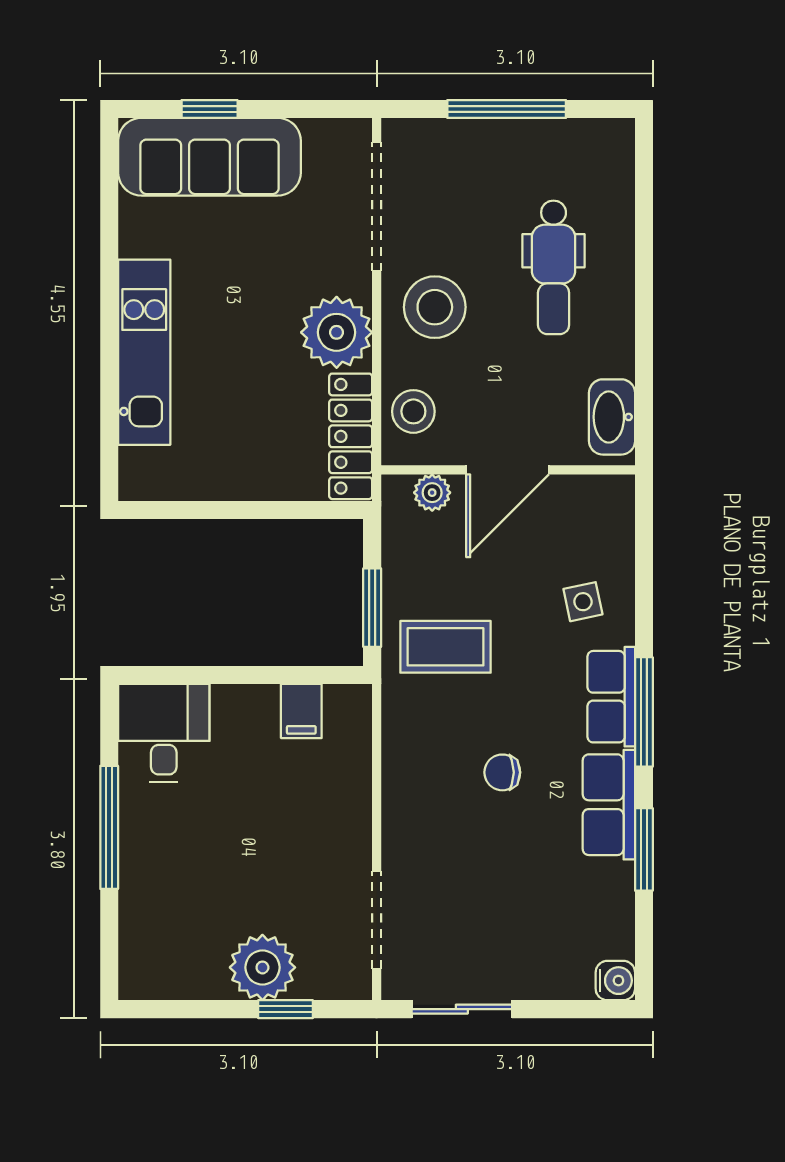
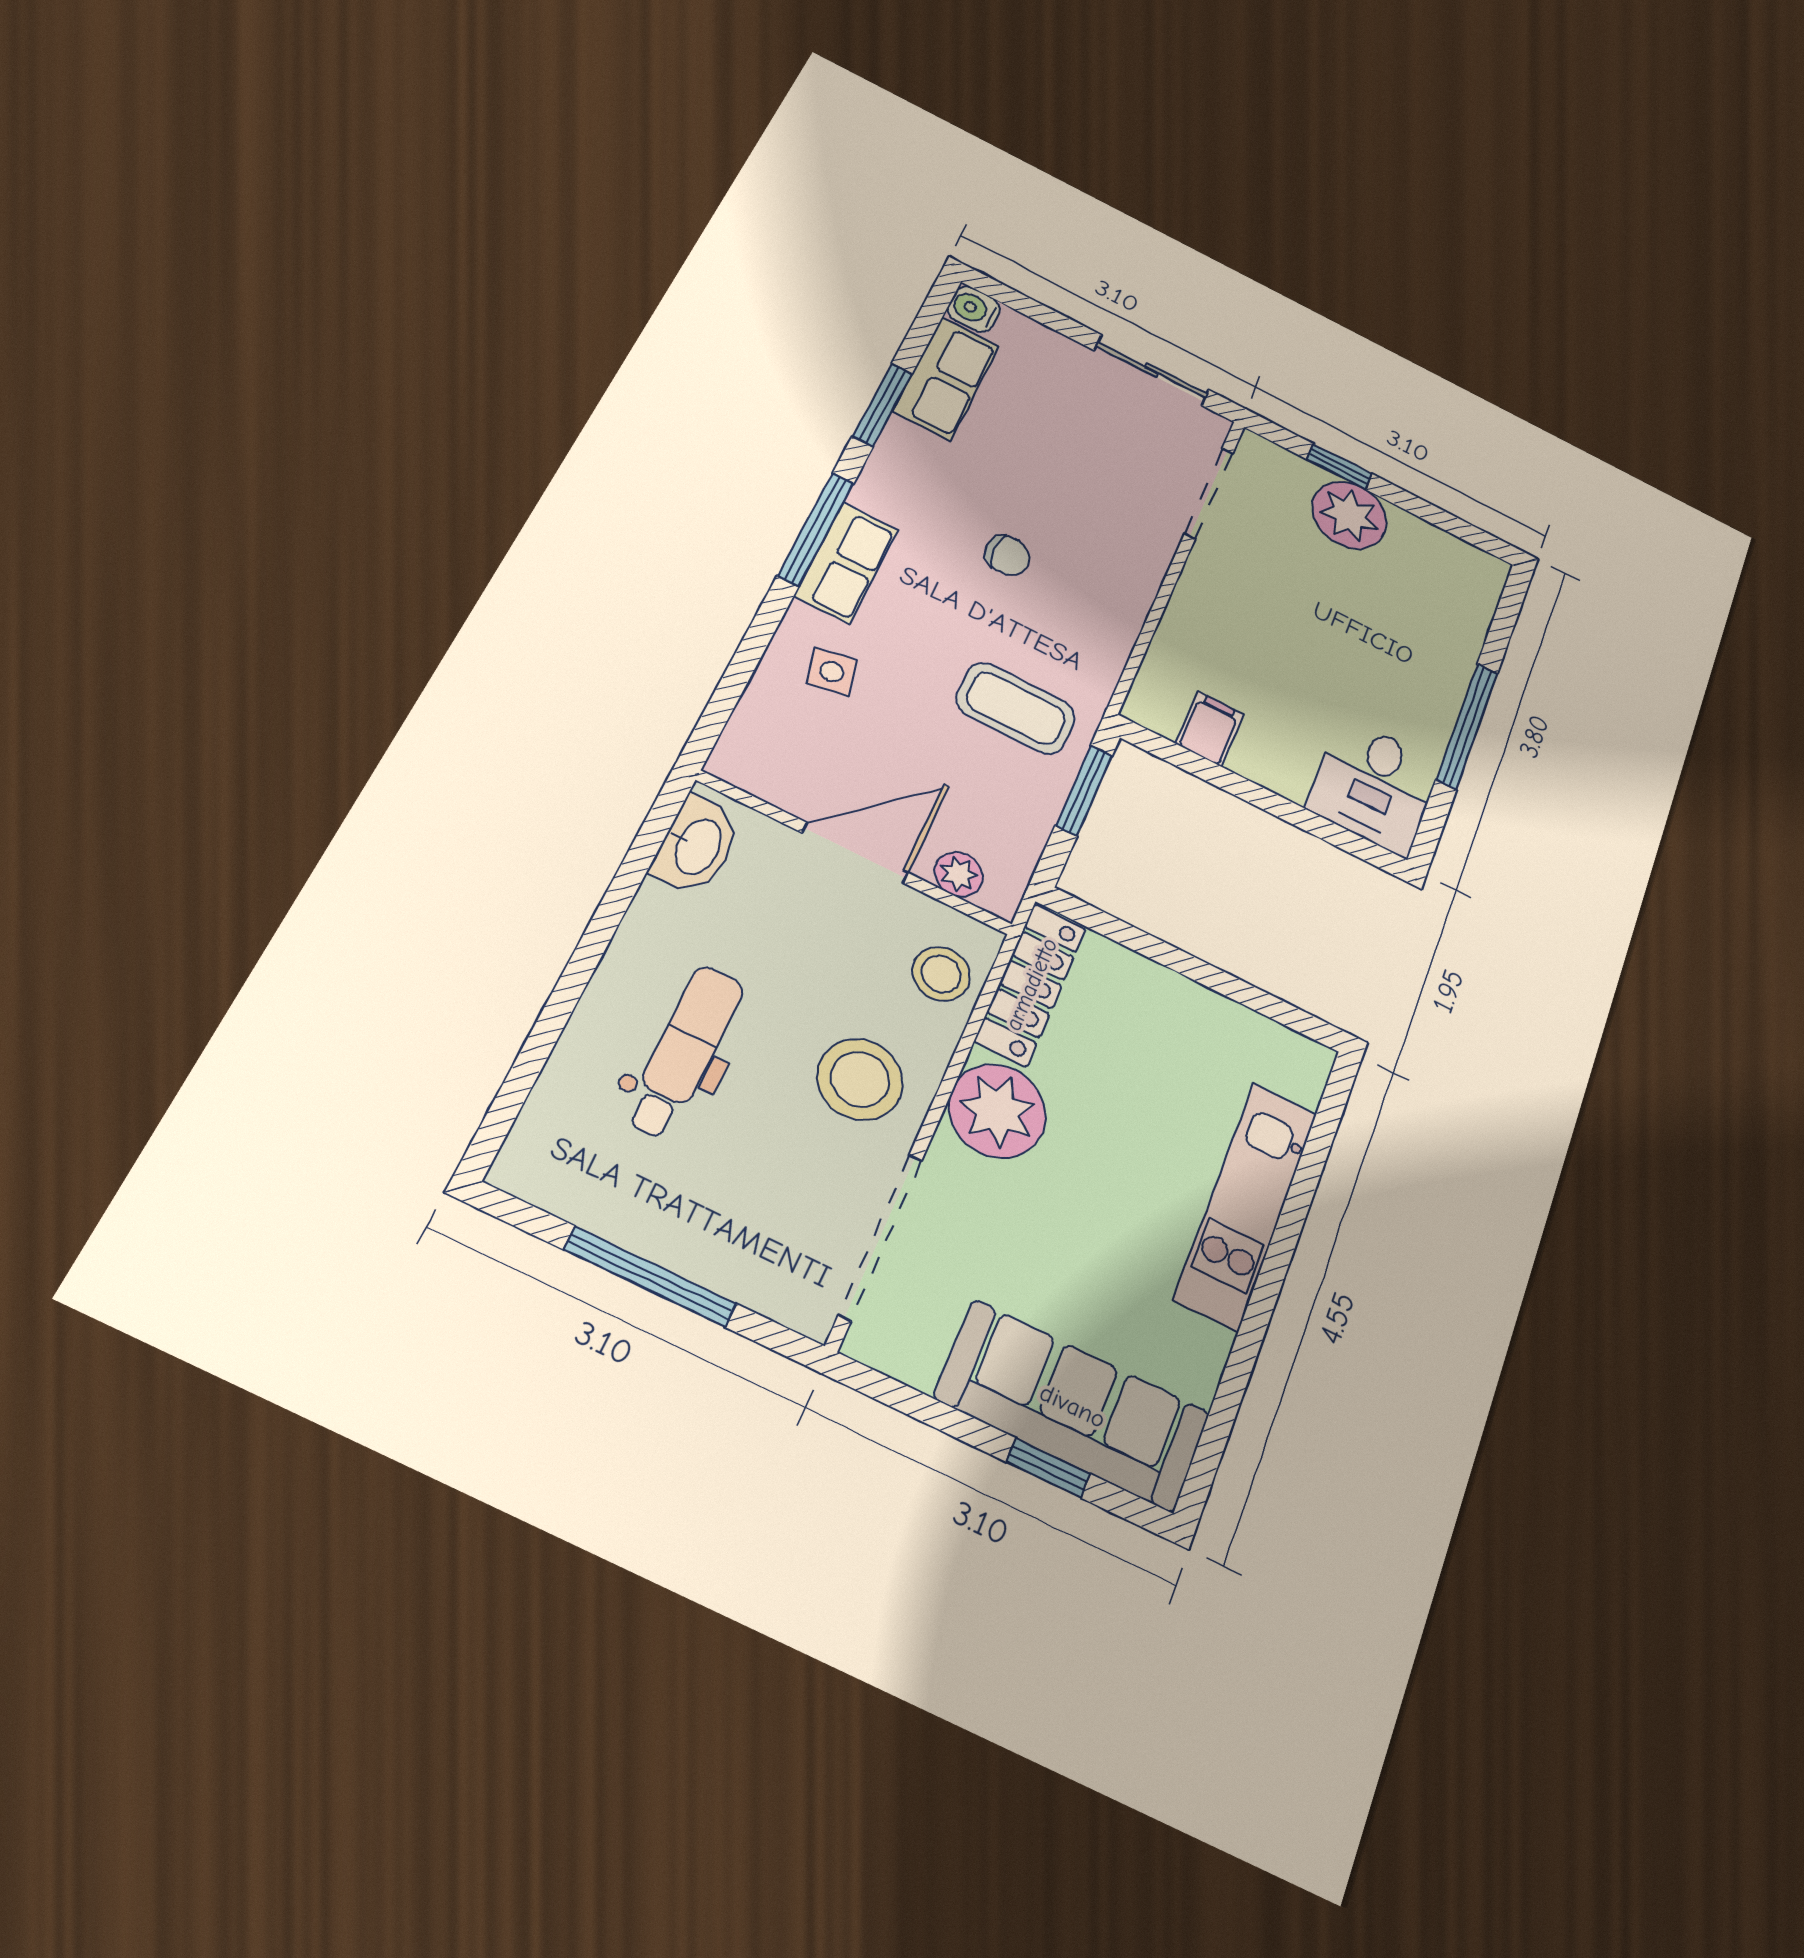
row of seats: (609, 805) -> (946, 379), moved

